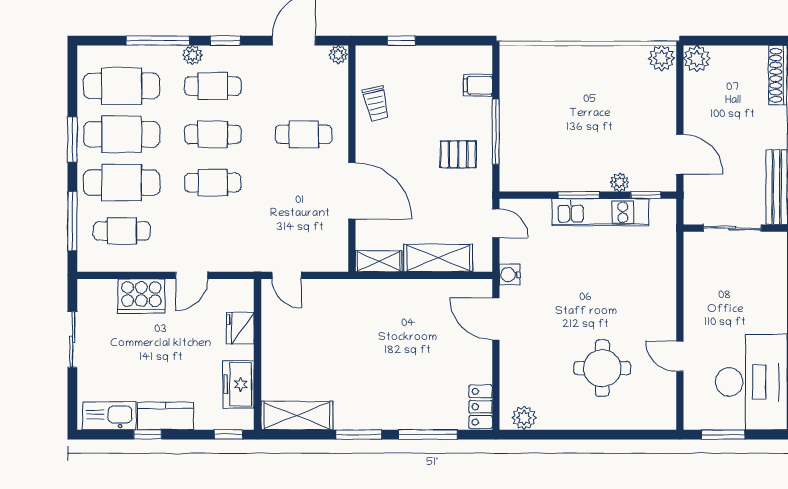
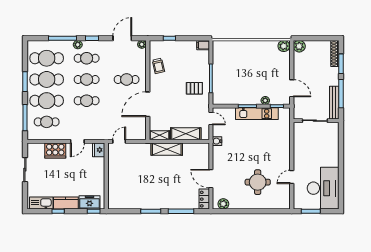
filing cabinet: (478, 85) -> (203, 45), moved
door: (352, 191) -> (148, 104), swing flipped
door: (287, 275) -> (119, 141), swing flipped
door: (496, 319) -> (211, 179), moved
fridge: (240, 328) -> (99, 150), moved
door: (680, 356) -> (292, 177), hinge flipped
freezer: (238, 384) -> (89, 202), moved, turned 90
shelving: (297, 416) -> (167, 149), moved

